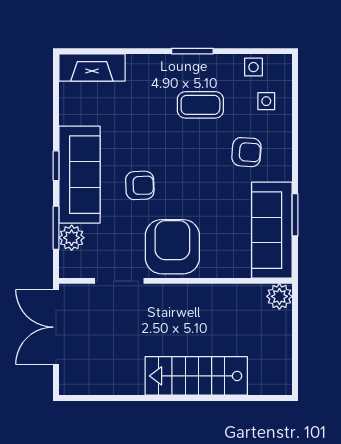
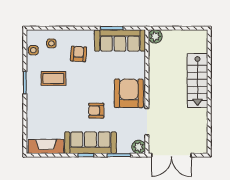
fireplace: (92, 68) -> (46, 146), moved, turned -90
coffee table: (200, 105) -> (53, 78), turned 90
armchair: (140, 185) -> (96, 111), turned -88
plant: (72, 238) -> (139, 147), moved
armchair: (172, 247) -> (129, 93), turned 90

